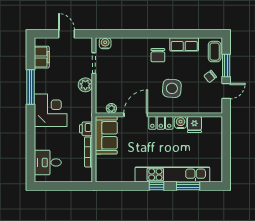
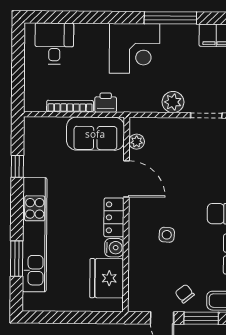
side table: (172, 88) -> (167, 235), width x0.54, depth x0.54
fridge: (194, 125) -> (107, 278), width x1.88, depth x1.34
window: (156, 186) -> (17, 166), moved

